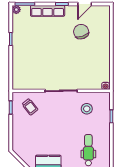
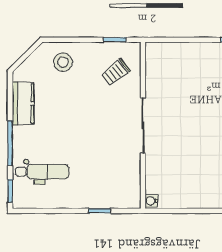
stool: (87, 109) -> (63, 62), moved

